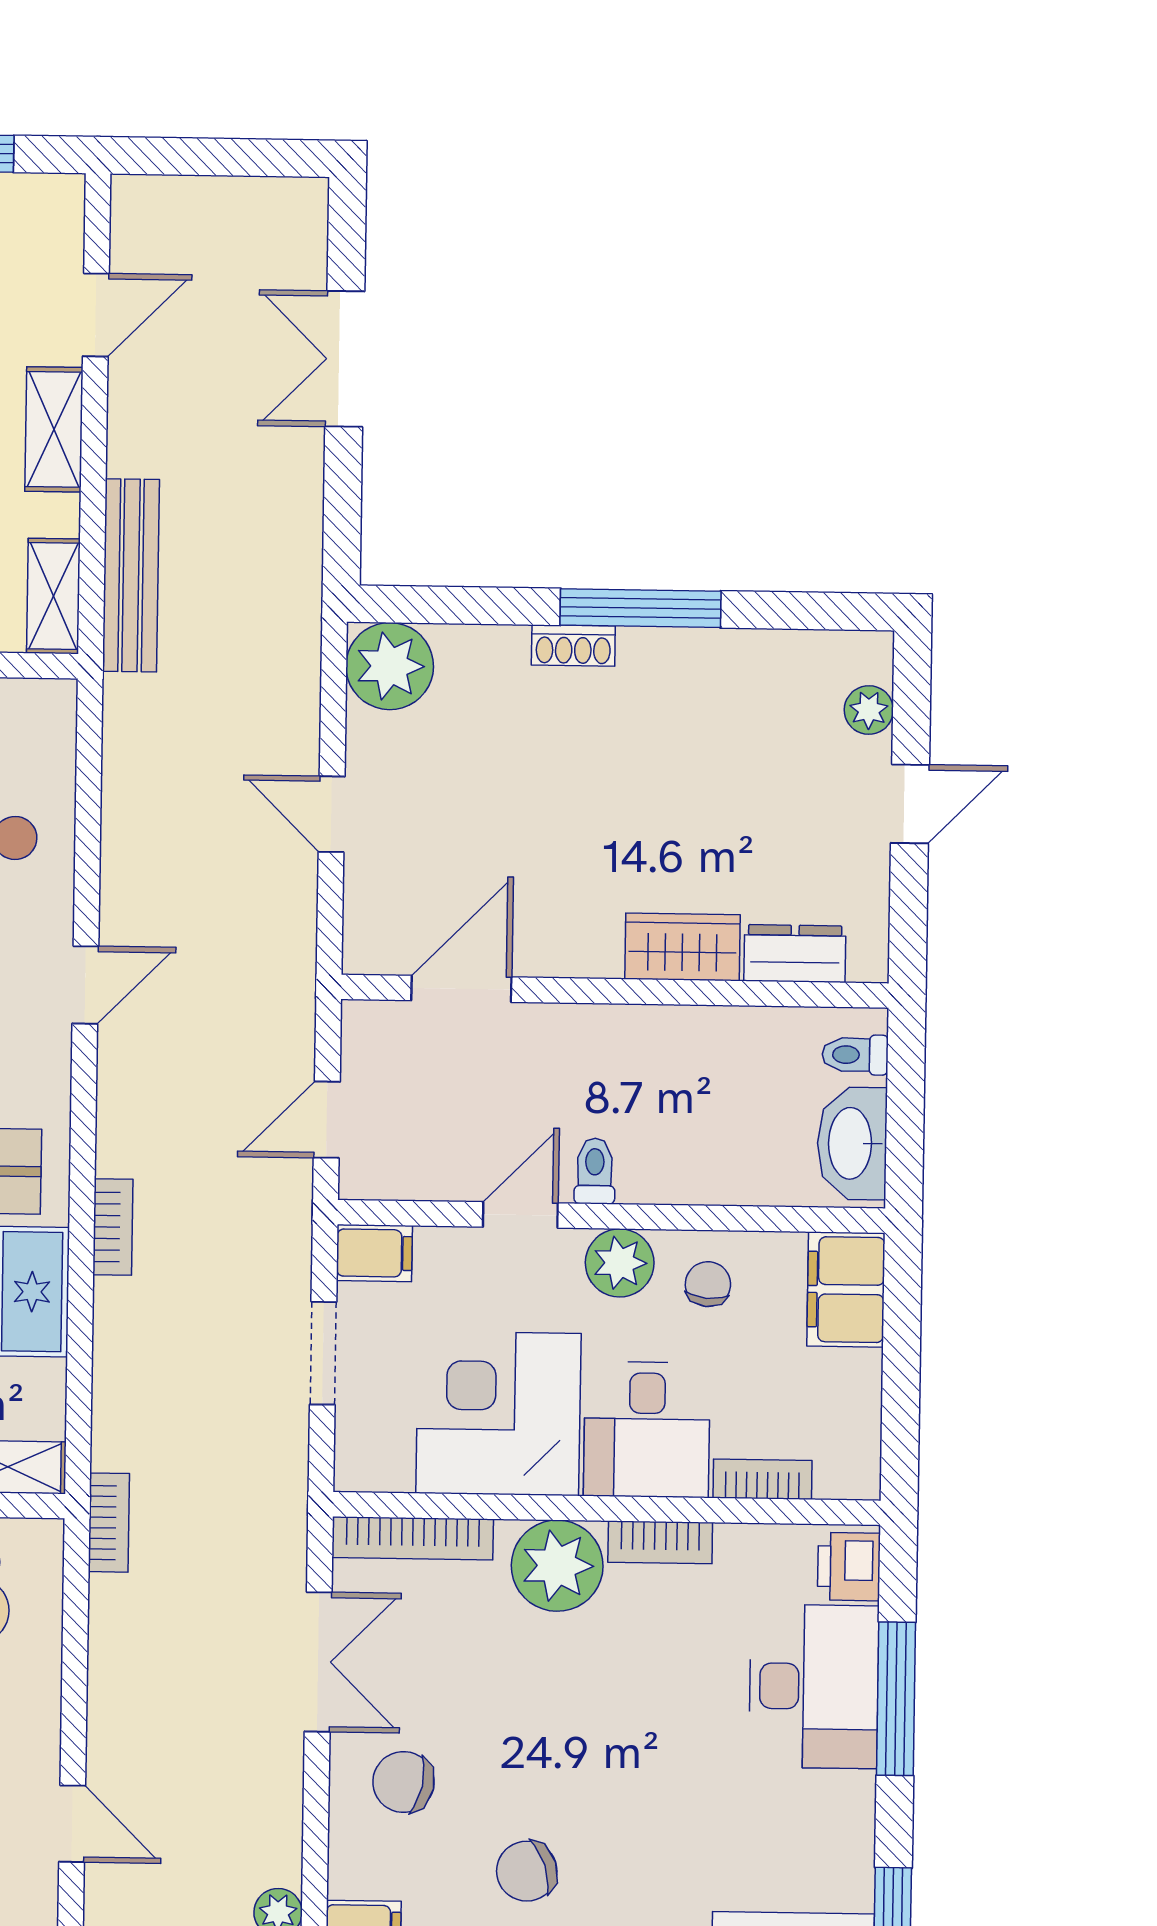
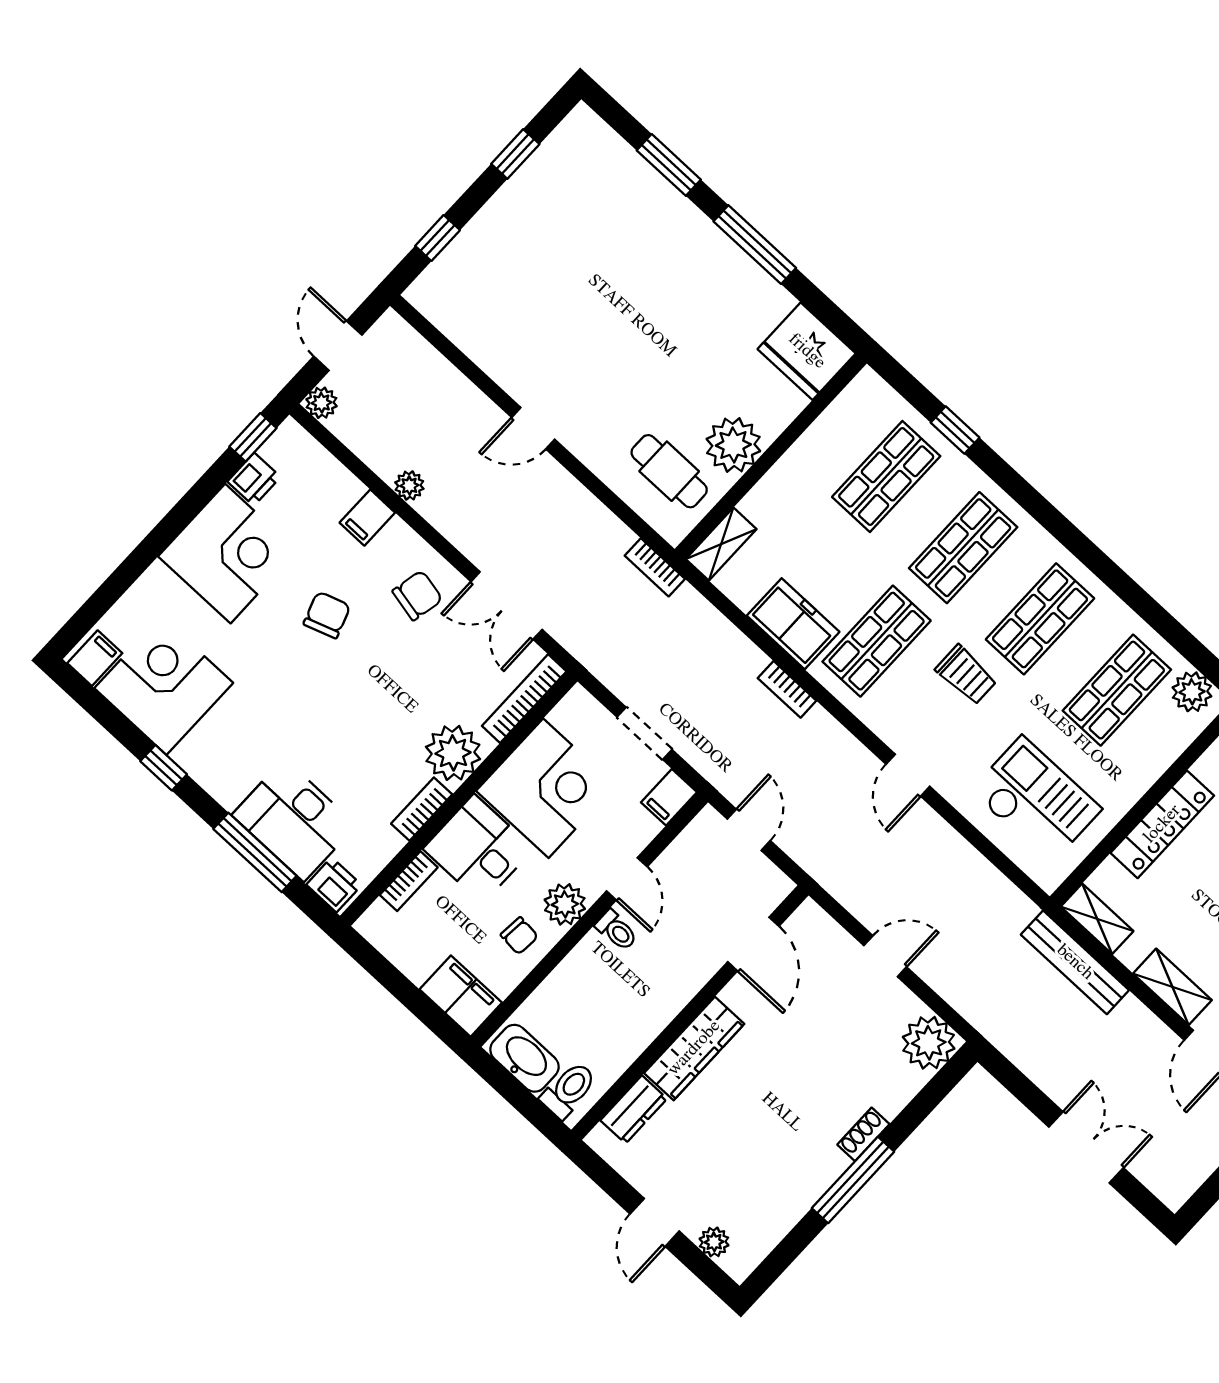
wardrobe: (682, 947) -> (694, 1048), width x1.50
toilet: (855, 1055) -> (569, 1090), width x1.37, depth x1.39

